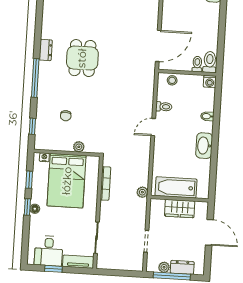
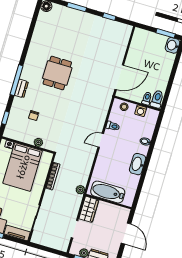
dresser: (46, 50) -> (21, 88), moved
washing machine: (210, 81) -> (141, 111), moved
wardrobe: (180, 209) -> (89, 209), moved, turned -90

